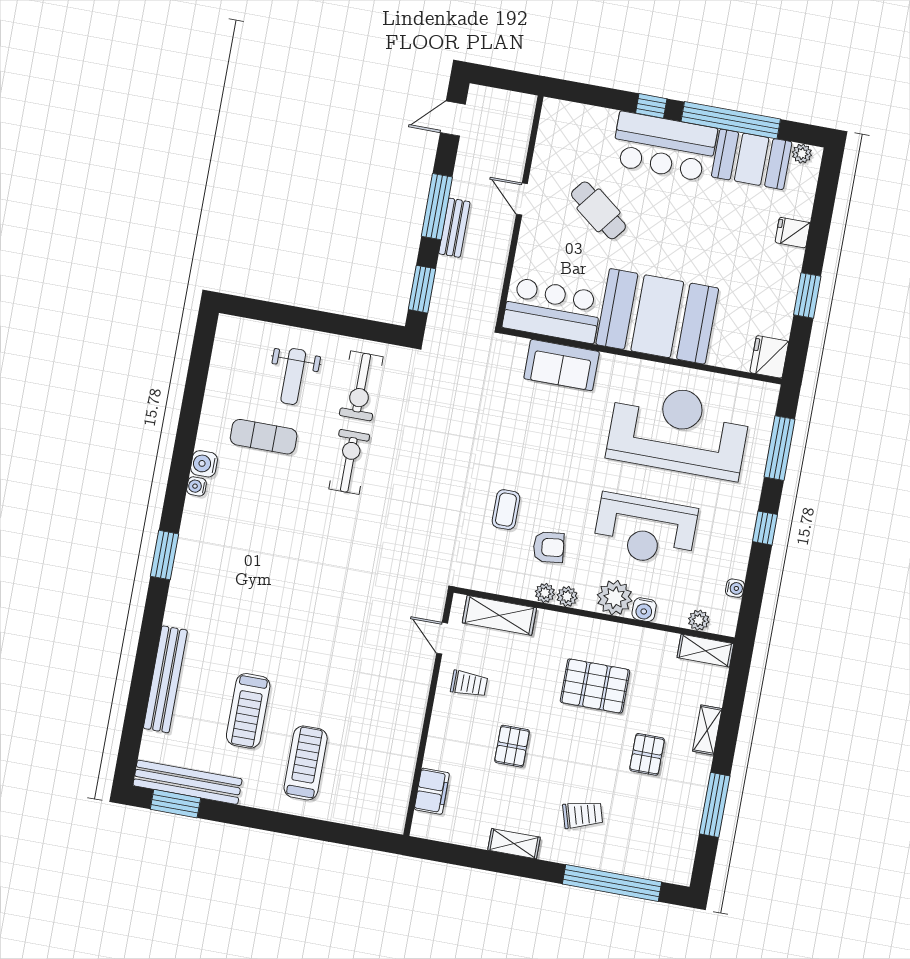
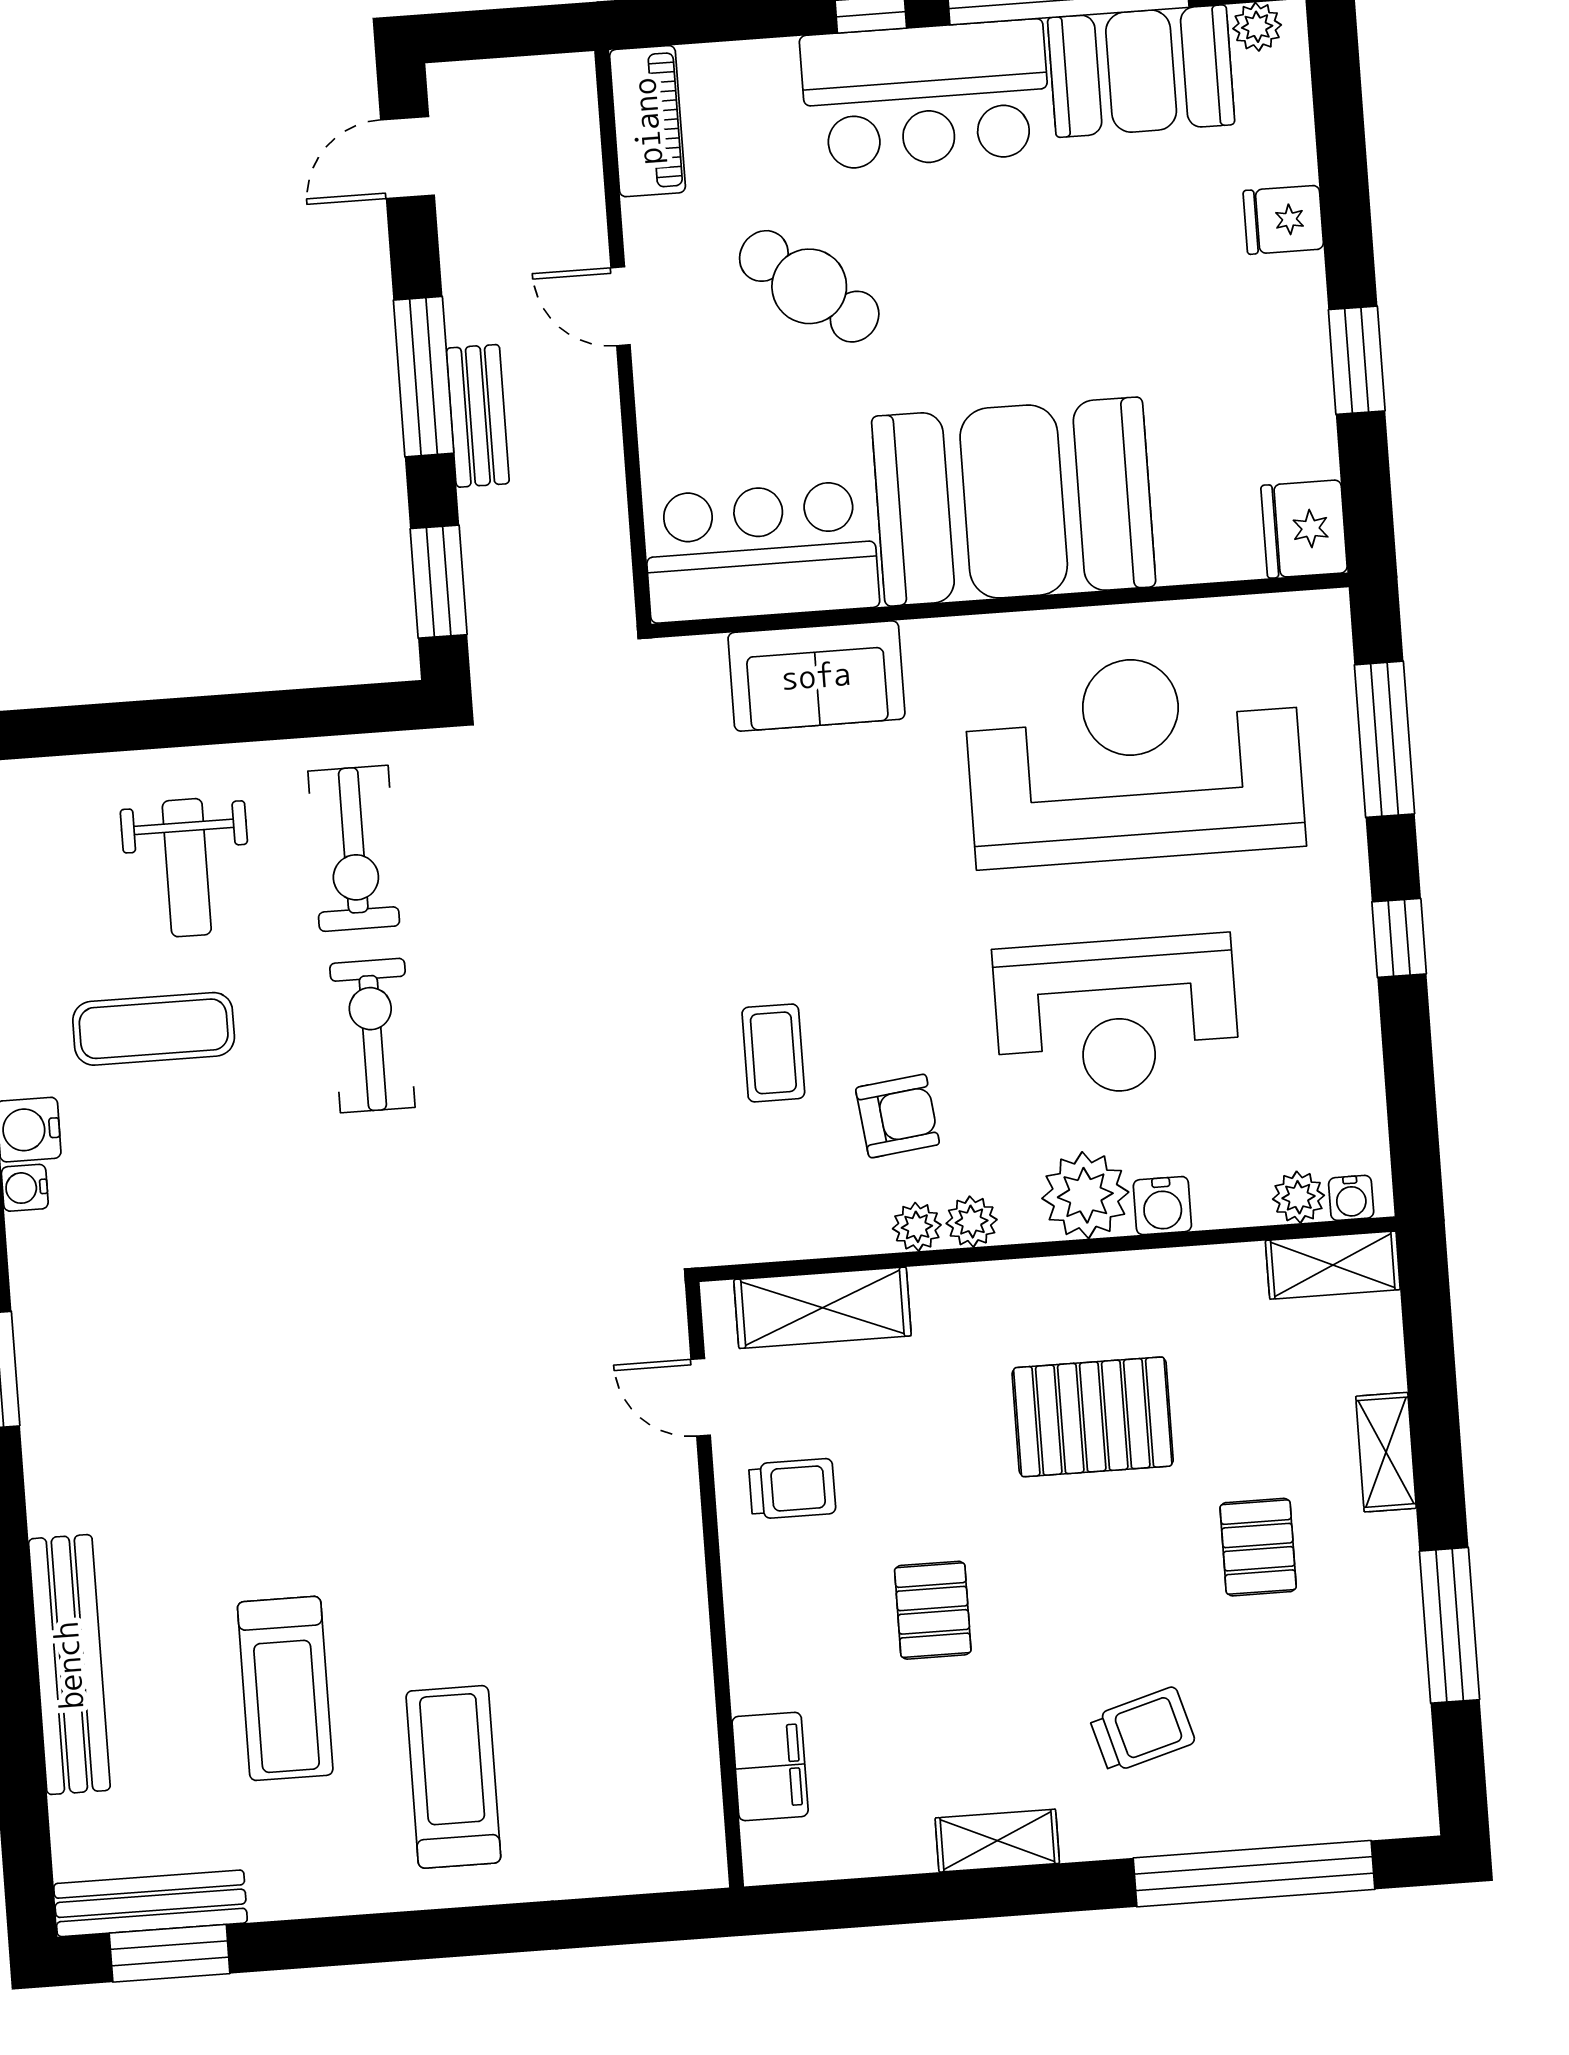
piano: (551, 129) -> (647, 121), added
water cooler: (735, 588) -> (1351, 1198), moved, turned 90
bench: (187, 782) -> (151, 1903), width x0.73, depth x0.82

